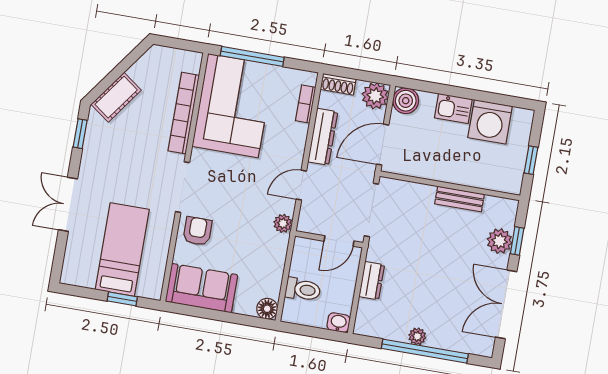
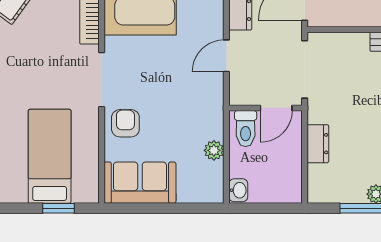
plant: (283, 223) -> (214, 150), moved
toilet: (303, 290) -> (246, 129), moved, turned 90
floor lamp: (267, 309) -> (213, 192), removed
washbasin: (338, 323) -> (238, 190), moved, turned 90

